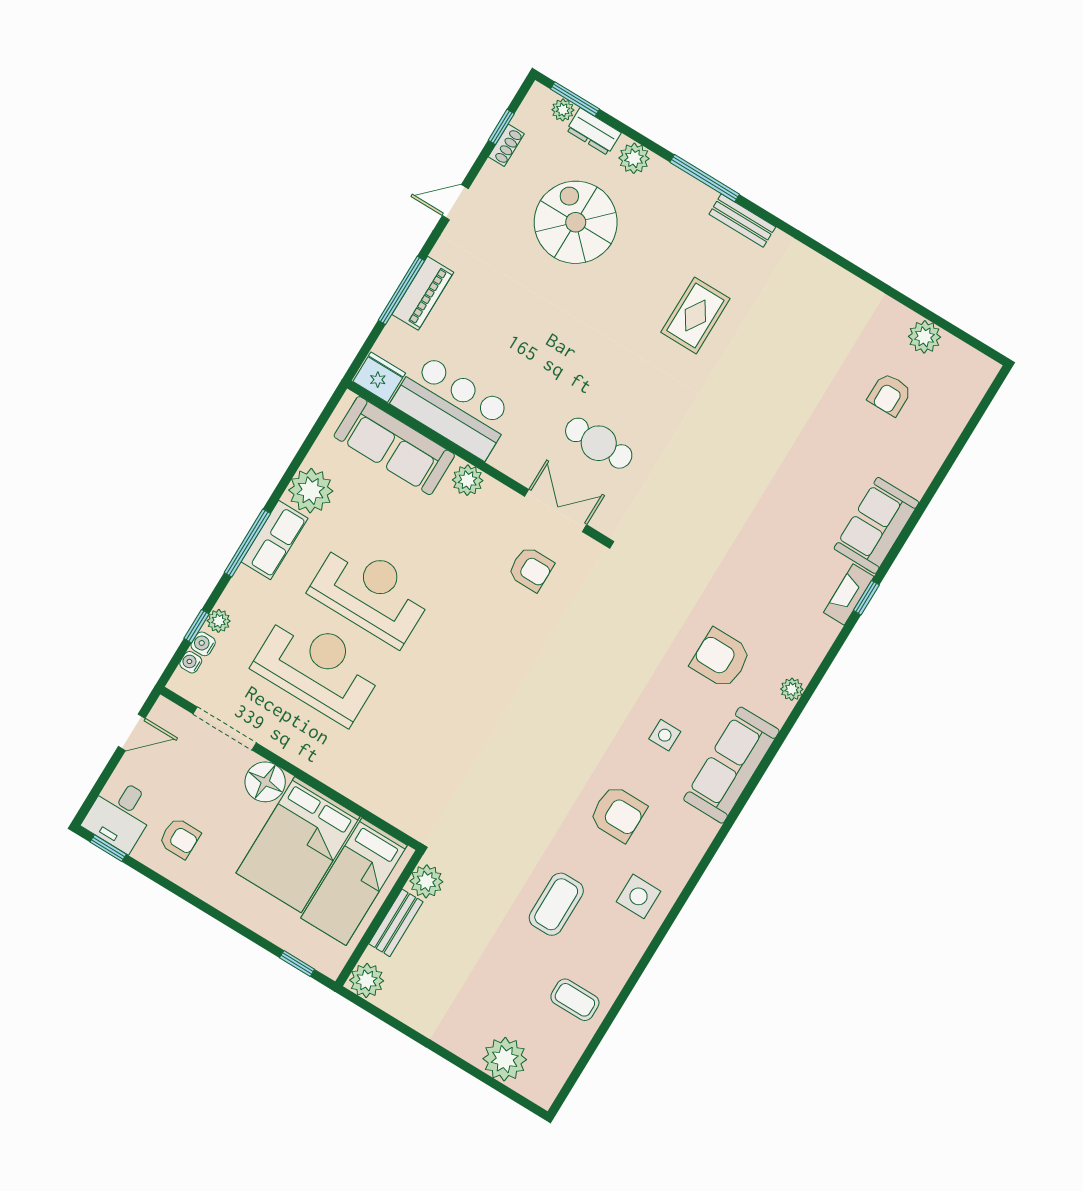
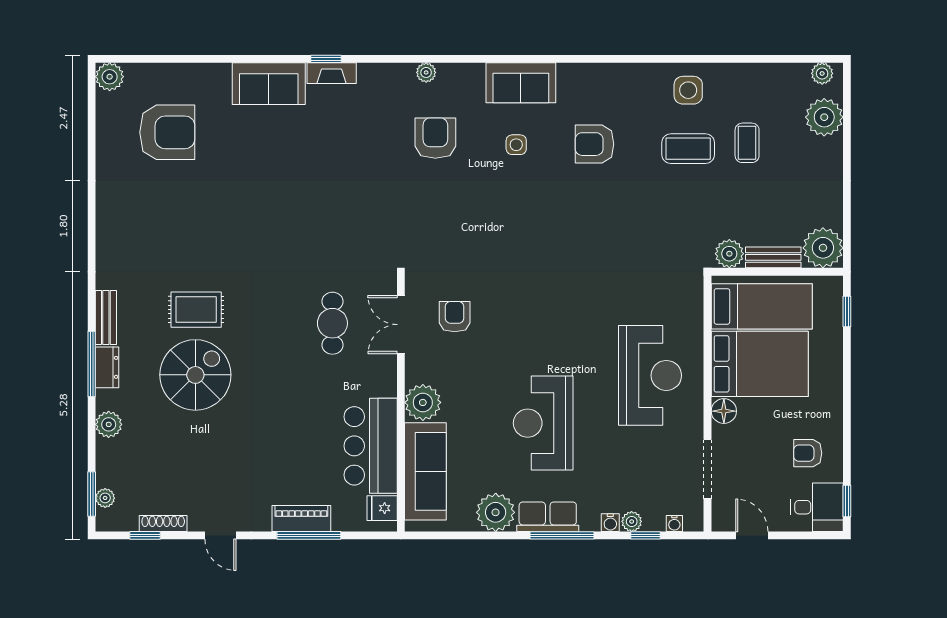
dresser: (594, 132) -> (107, 367), moved
shoe rack: (506, 145) -> (163, 523), width x1.43
spiral stairs: (576, 222) -> (195, 375), moved, turned 180
plant: (924, 337) -> (110, 77), moved
fridge: (379, 377) -> (382, 508), width x0.72
armchair: (890, 395) -> (167, 132), width x1.88, depth x1.88
plant: (468, 480) -> (423, 402), width x1.36, depth x1.36
water cooler: (203, 644) -> (610, 523), moved
armchair: (721, 659) -> (435, 138), turned 180
reception desk: (318, 668) -> (650, 375), moved, turned 180
sofa: (731, 765) -> (521, 83), width x0.73
floor lamp: (265, 782) -> (724, 411), width x0.73, depth x0.73
armchair: (618, 814) -> (594, 144), turned -90
armchair: (180, 838) -> (808, 453), turned -90
side table: (638, 896) -> (688, 90), moved
plant: (367, 980) -> (823, 248), width x1.36, depth x1.36
coffee table: (575, 1000) -> (747, 143), moved
plant: (550, 1084) -> (822, 73), added

